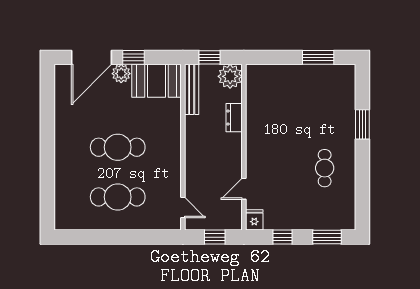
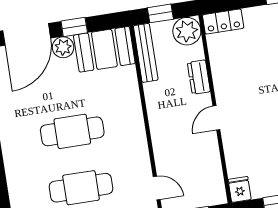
locker: (263, 73) -> (223, 21), added
door: (244, 189) -> (216, 118), moved

